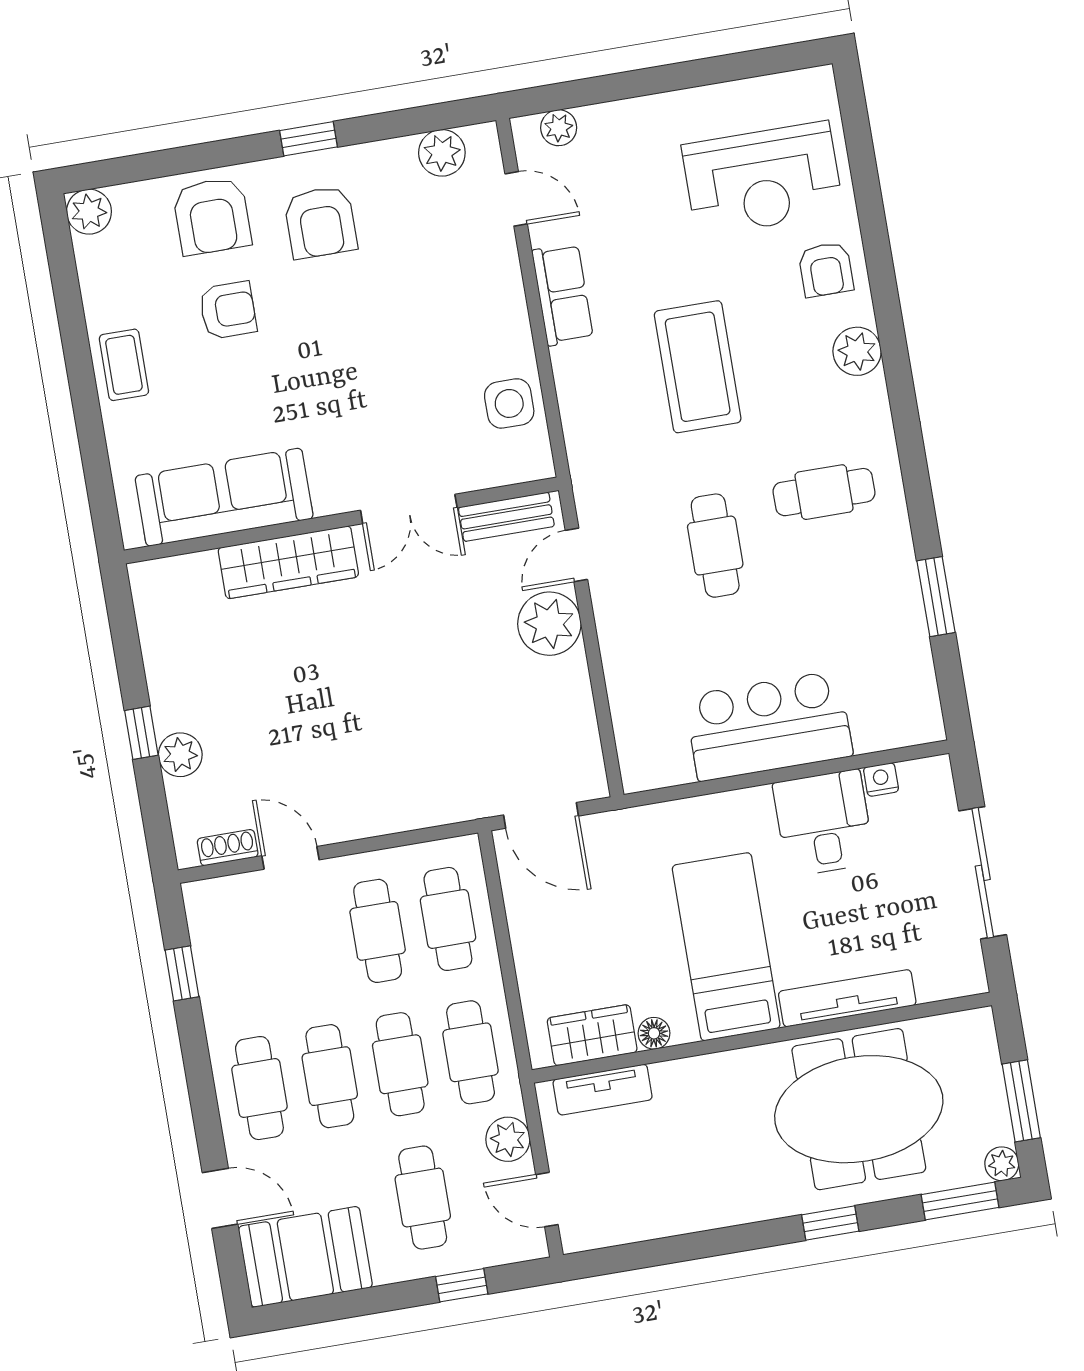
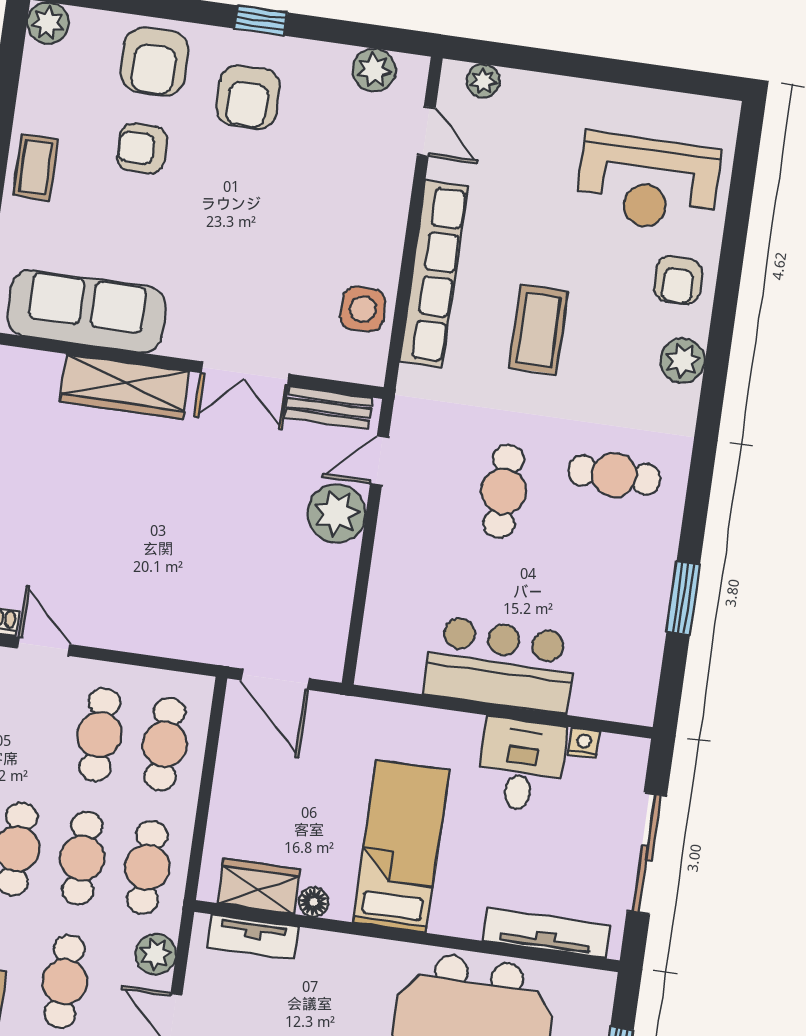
row of seats: (563, 295) -> (434, 274), width x2.02
armchair: (228, 310) -> (142, 148), turned 180
coffee table: (698, 367) -> (538, 330), width x0.73, depth x0.76
tv unit: (847, 998) -> (547, 933), moved

